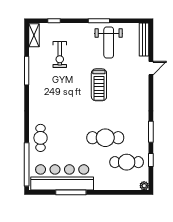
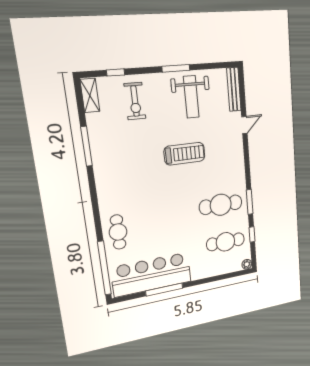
exercise bike: (60, 55) -> (135, 101), moved
treadmill: (99, 85) -> (185, 154), turned -90
cafe table: (105, 138) -> (221, 205), moved

